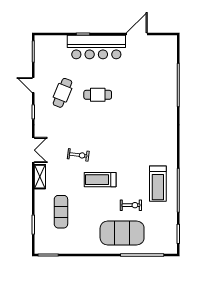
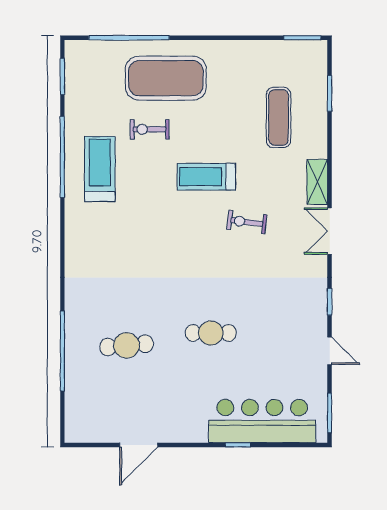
bar counter: (96, 47) -> (262, 421), moved
cafe table: (62, 93) -> (127, 345), moved, turned 63
treadmill: (100, 180) -> (206, 177), turned 180

